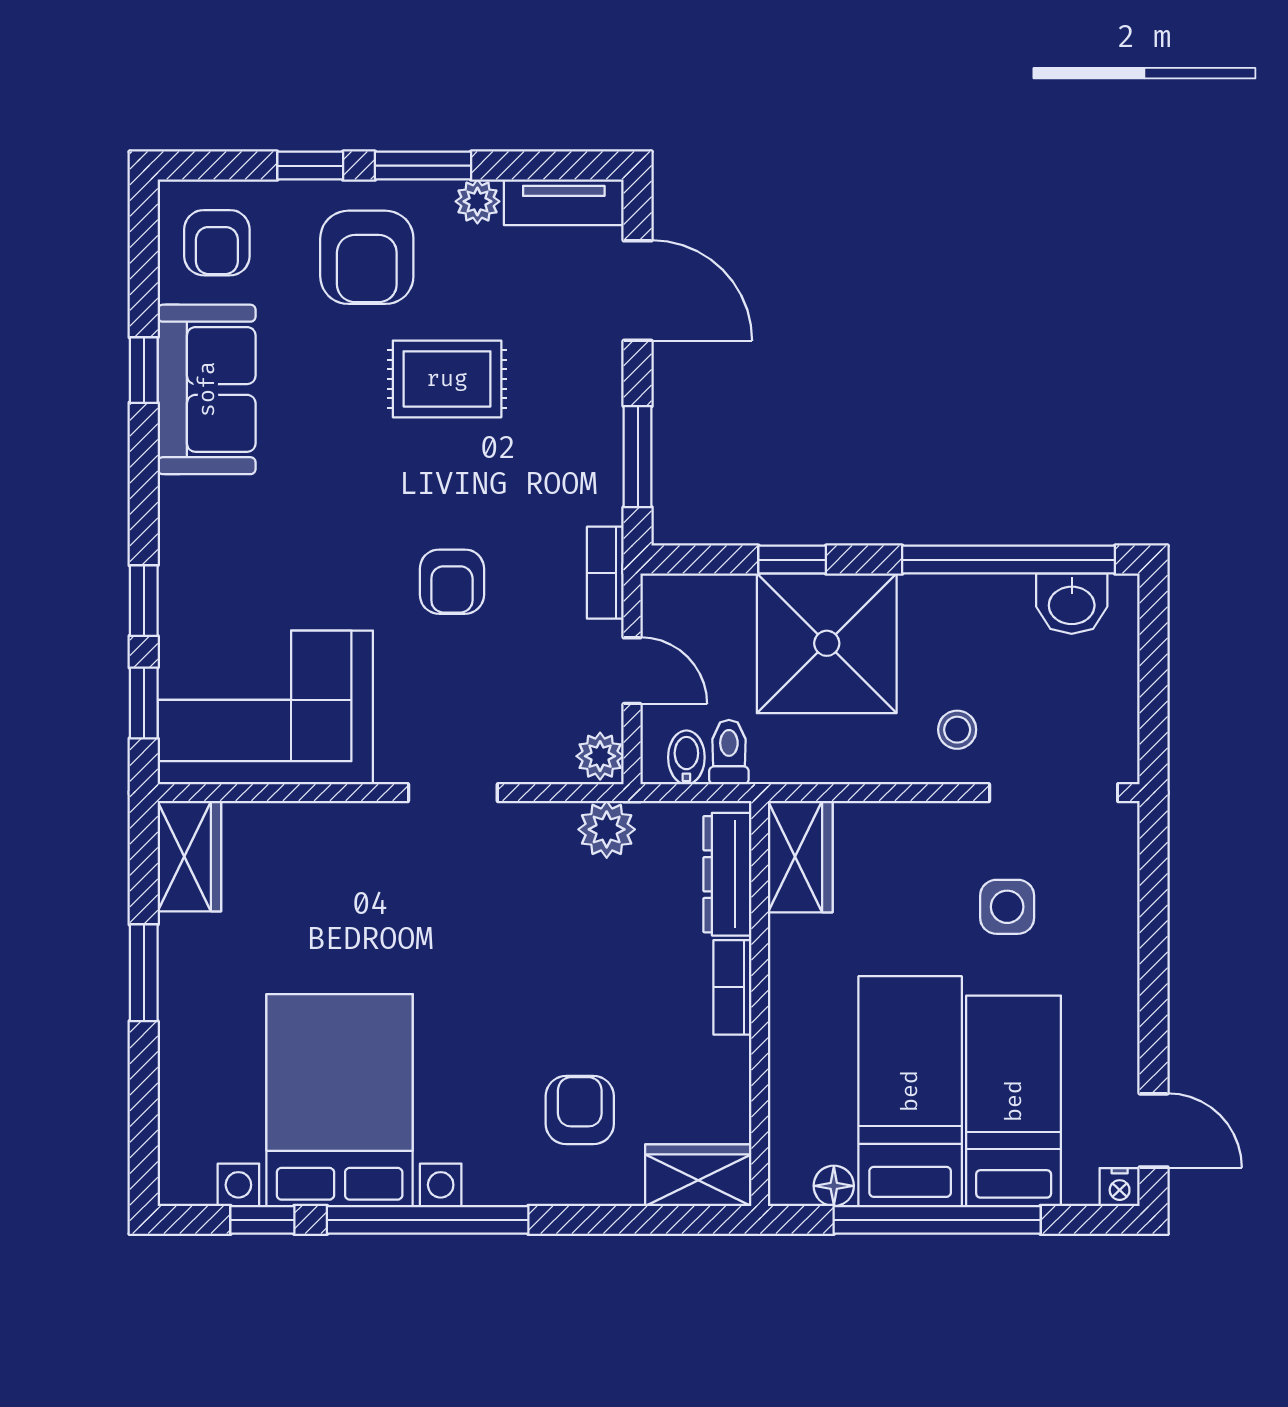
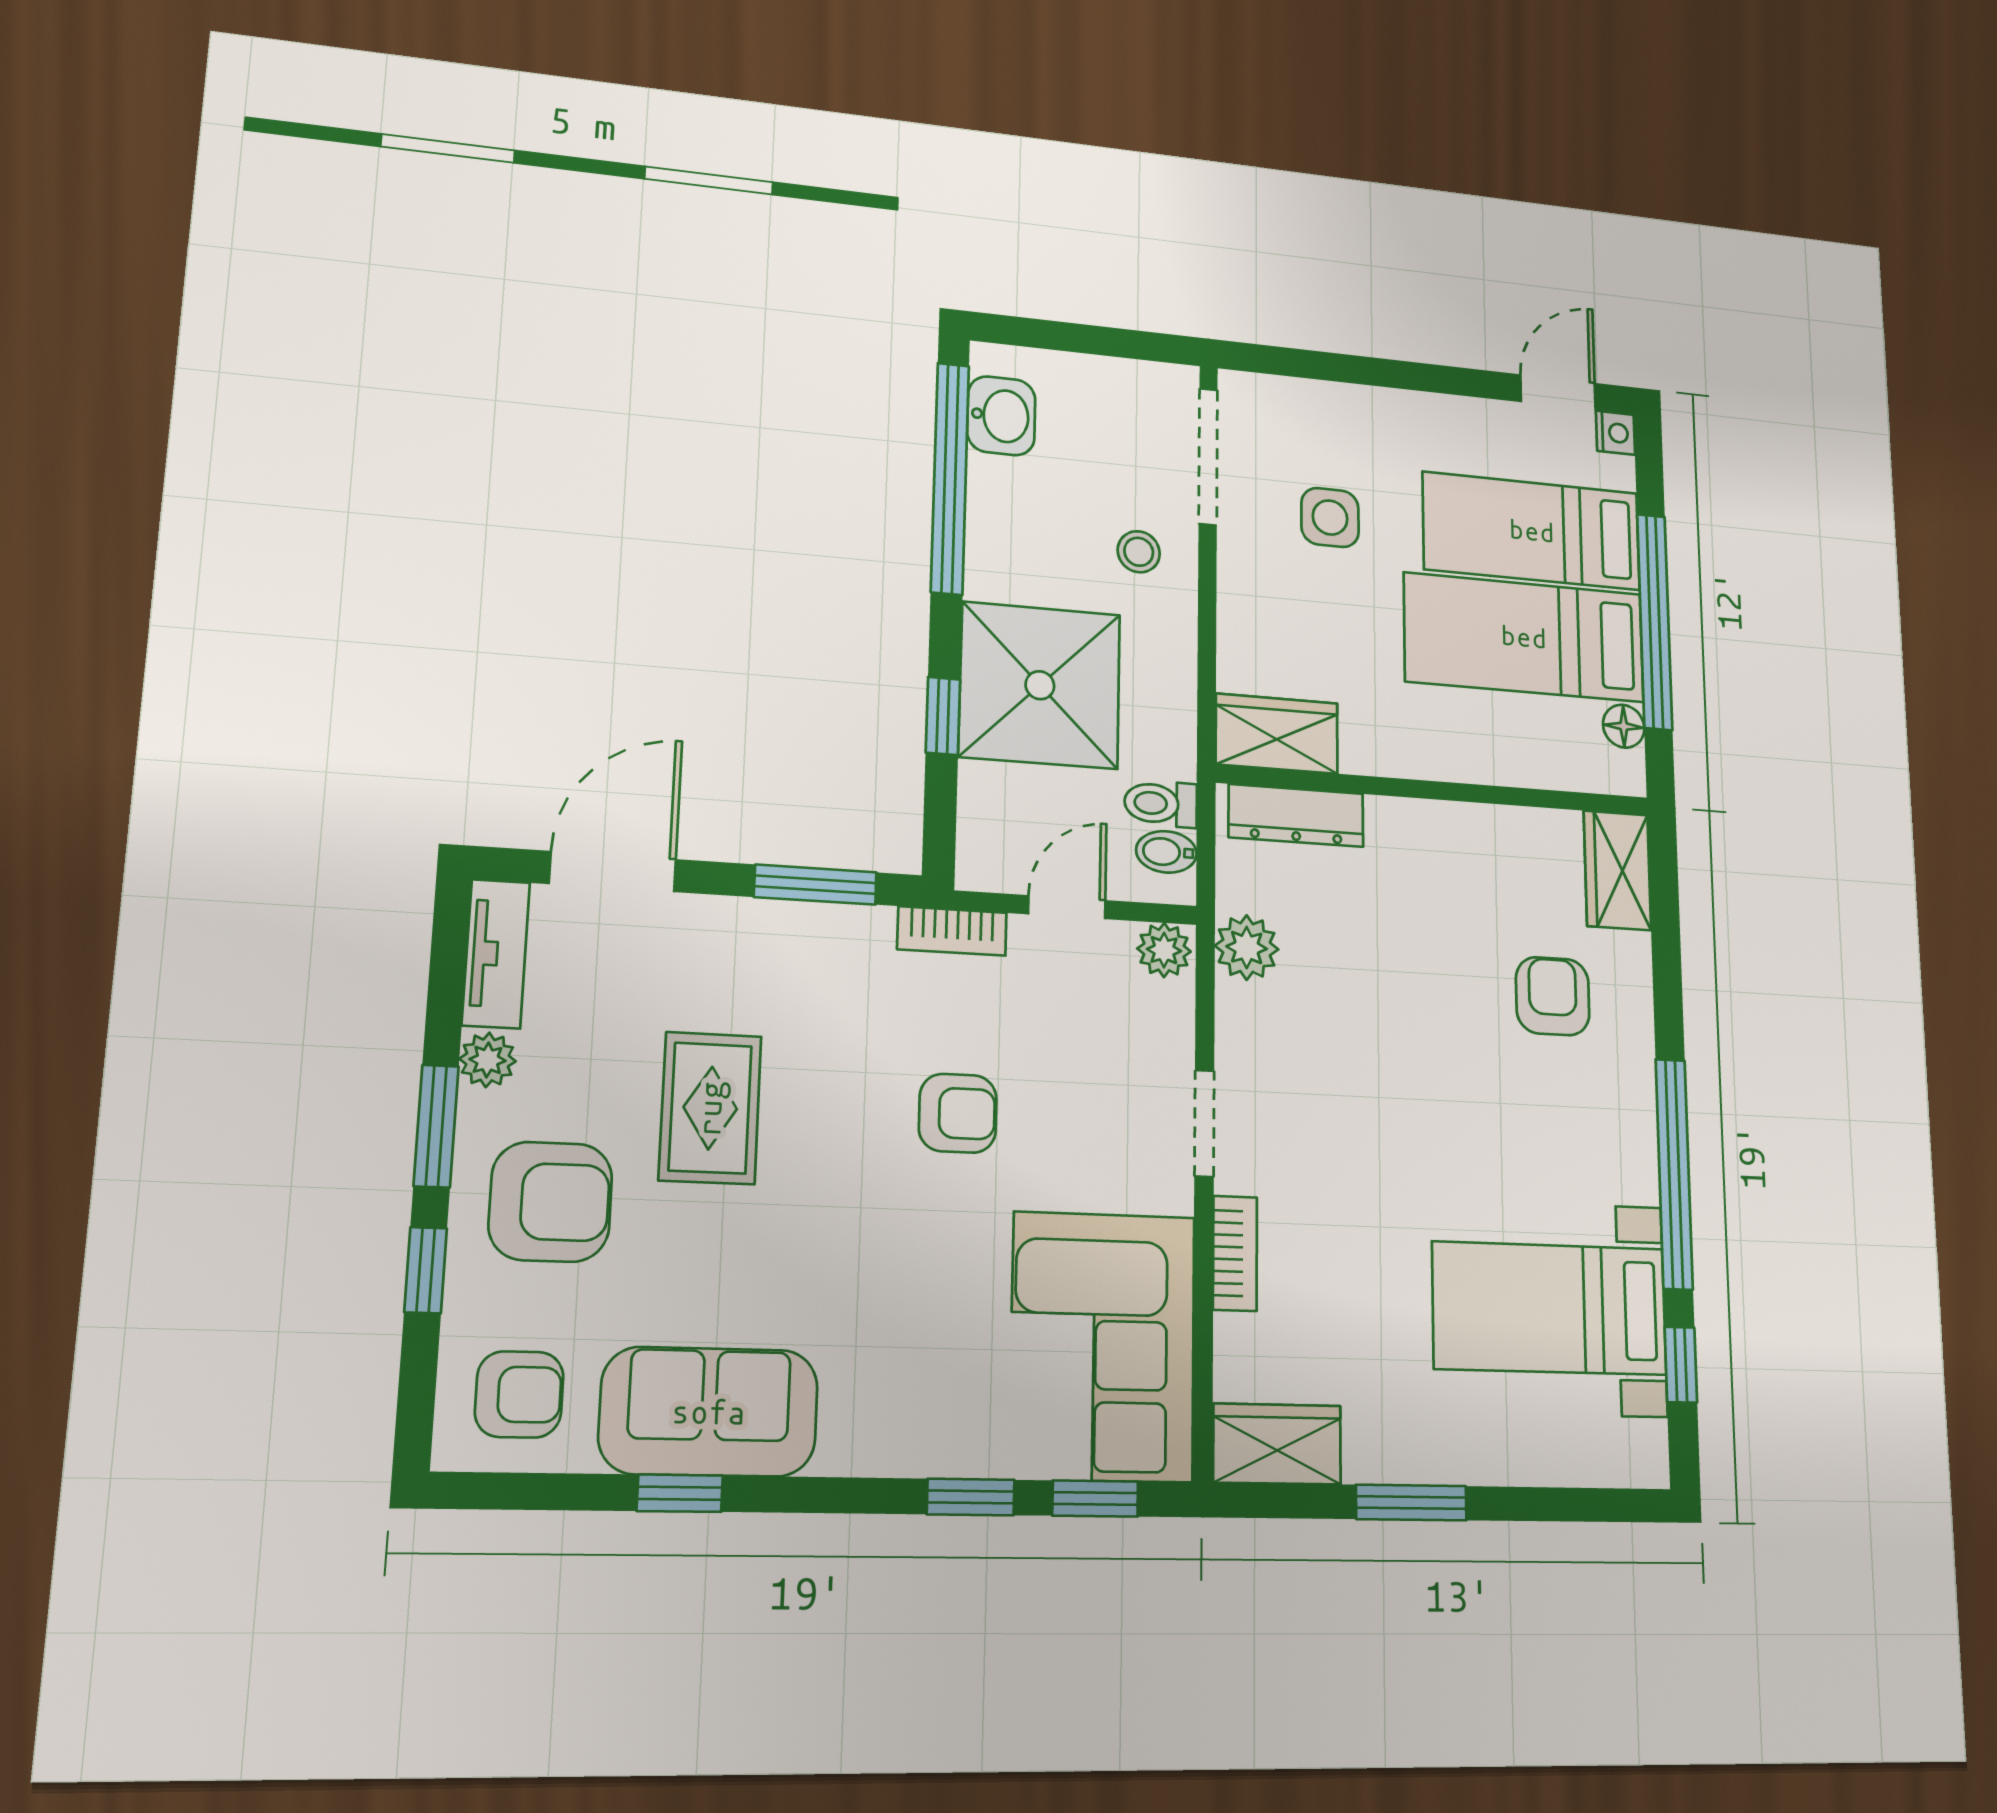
bookcase: (732, 987) -> (1235, 1253), moved, turned -90
bed with nightstands: (340, 1100) -> (1550, 1308), width x0.73
armchair: (580, 1110) -> (1553, 996), turned 90

